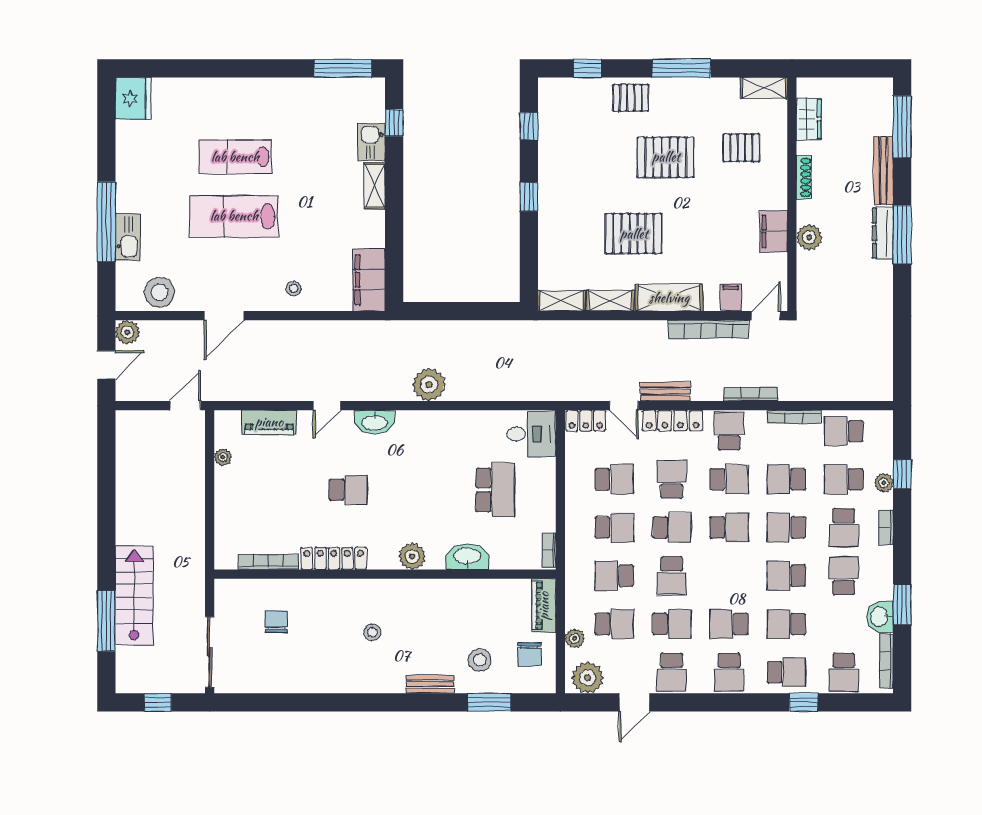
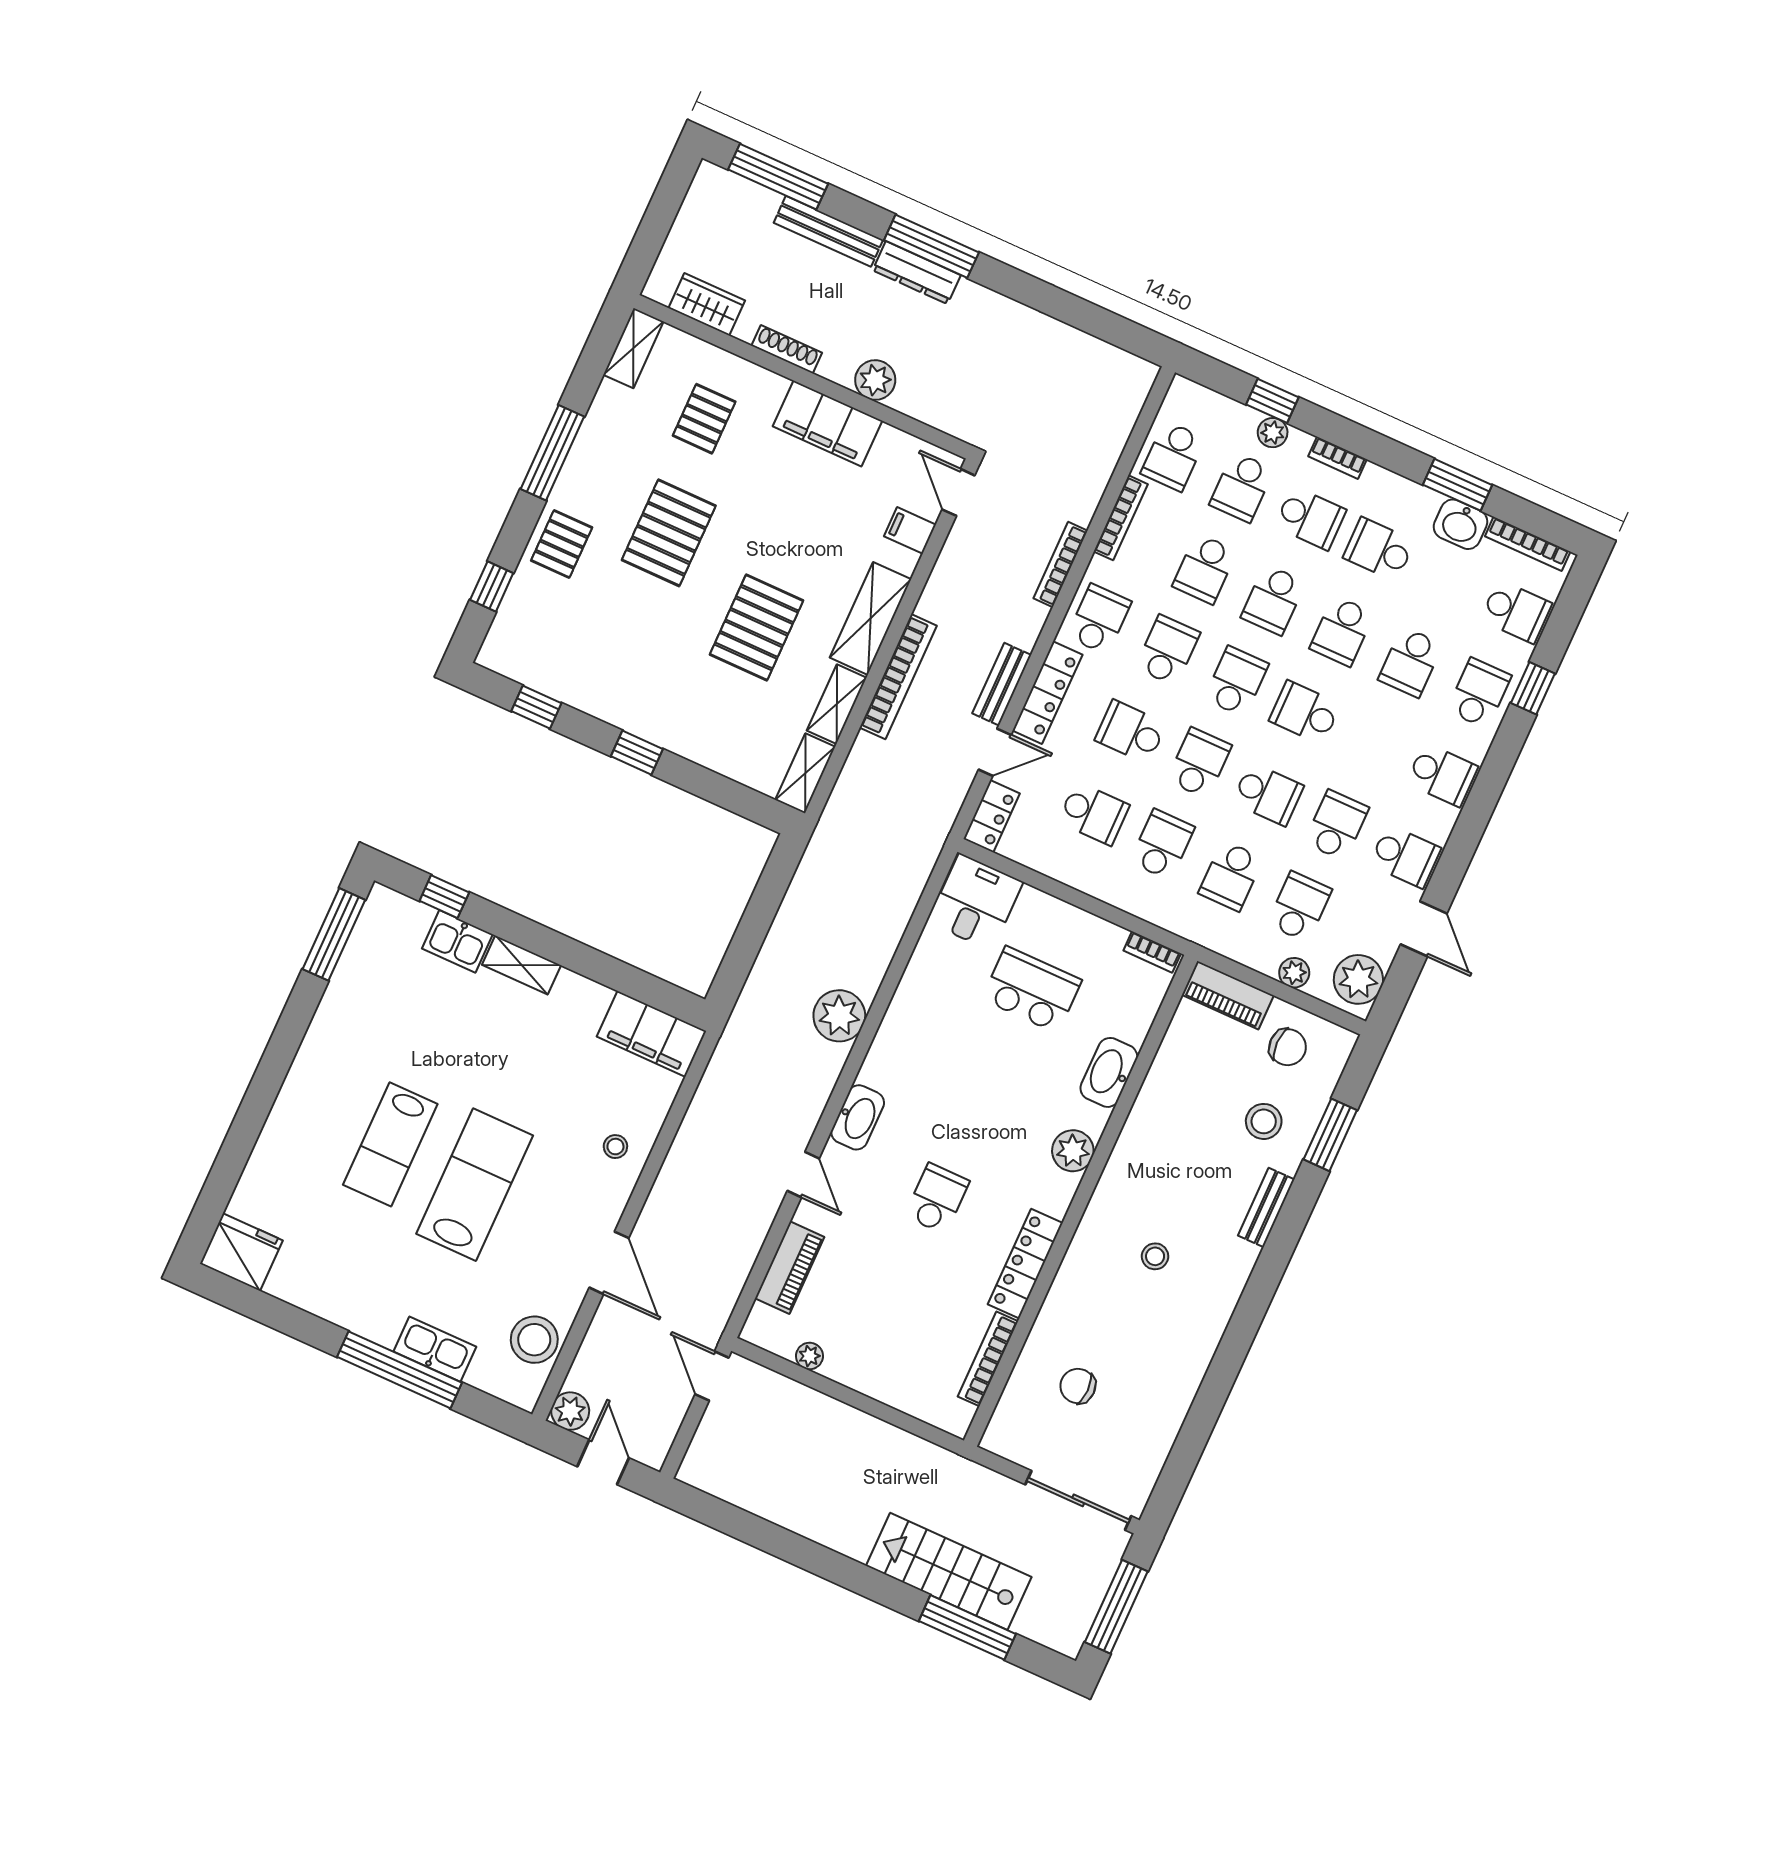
lab bench: (234, 216) -> (475, 1185), turned 180
filing cabinet: (774, 231) -> (827, 423), width x1.50, depth x1.17
bookcase: (708, 329) -> (898, 677), moved
school desk: (729, 431) -> (1099, 619), turned 90
school desk: (614, 479) -> (1094, 813), turned 90
school desk: (729, 624) -> (1305, 712), moved, turned 90
window: (158, 702) -> (1116, 1607), width x2.17

